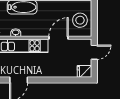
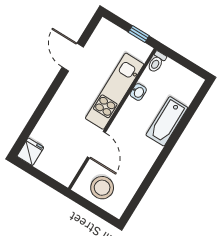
door: (94, 52) -> (48, 180), removed

